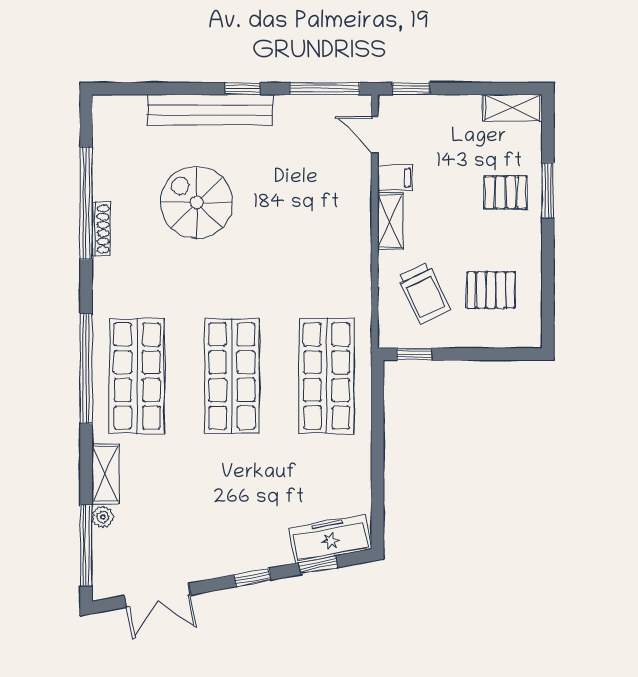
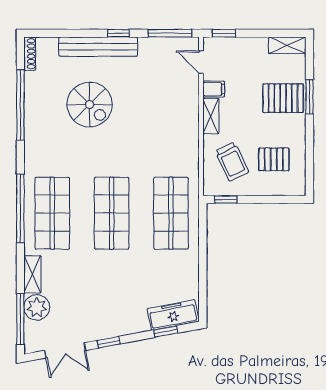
pallet: (506, 192) -> (283, 98), width x1.50, depth x1.42
spiral stairs: (197, 202) -> (90, 105), turned 180
shoe rack: (101, 229) -> (30, 54), moved
plant: (103, 517) -> (37, 307), width x1.87, depth x1.87
window: (252, 577) -> (109, 342), moved

